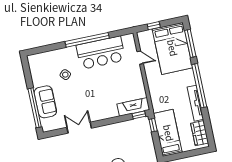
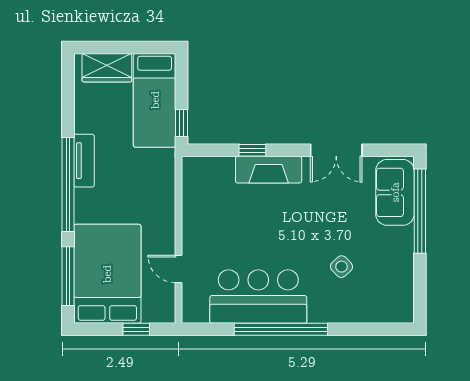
sofa: (45, 102) -> (395, 192), moved
tv unit: (195, 103) -> (84, 161), width x0.71
fireplace: (133, 107) -> (269, 170), moved
window: (139, 115) -> (252, 150), moved
wardrobe: (200, 133) -> (107, 68), moved, turned 90

